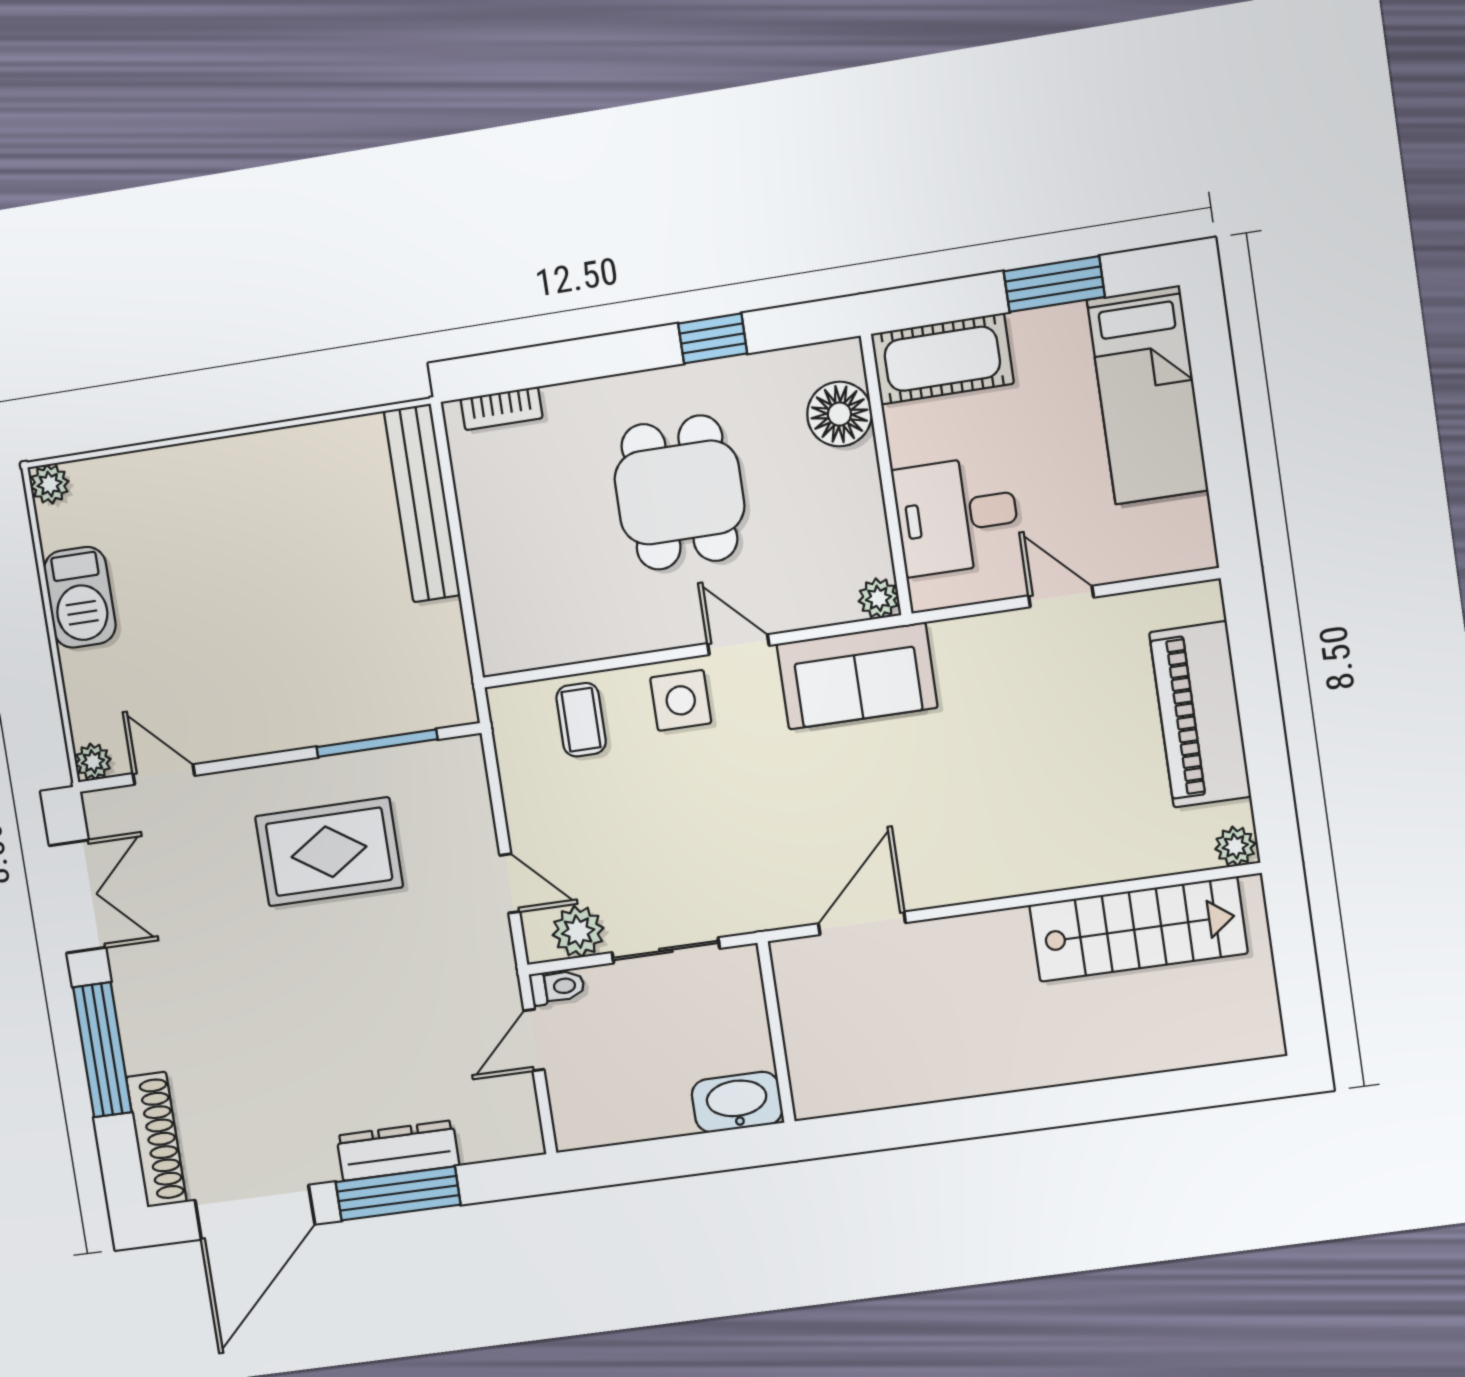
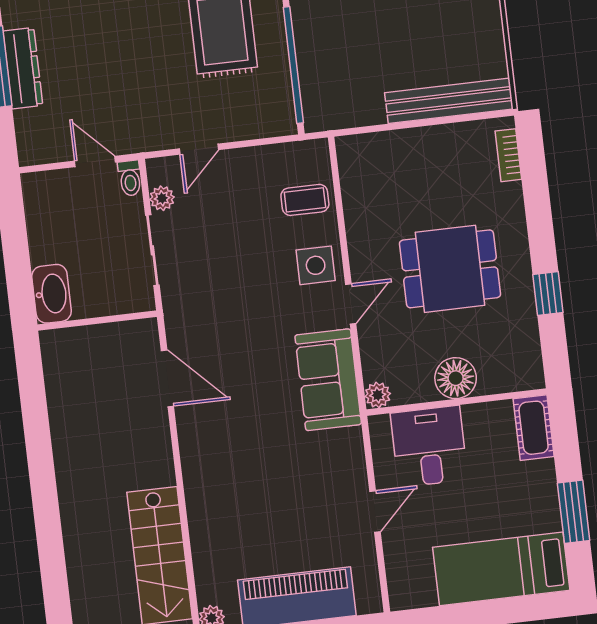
cot: (942, 359) -> (534, 428), width x0.73, depth x0.75
floor lamp: (839, 414) -> (456, 378), moved
window: (377, 743) -> (293, 65), width x1.46
plant: (578, 932) -> (162, 198), width x0.73, depth x0.73

